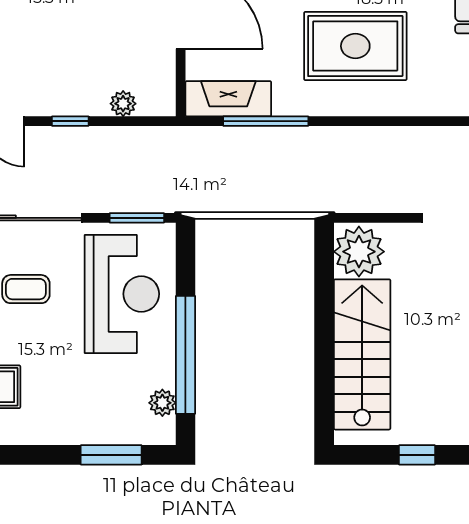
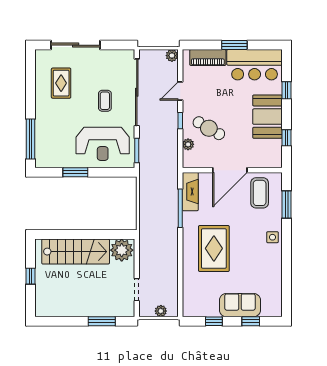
cafe table: (87, 57) -> (209, 128), added
window: (185, 355) -> (75, 172), width x0.47
plant: (162, 403) -> (54, 162), removed
window: (111, 455) -> (31, 139), width x1.44

